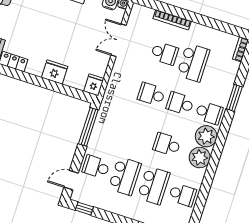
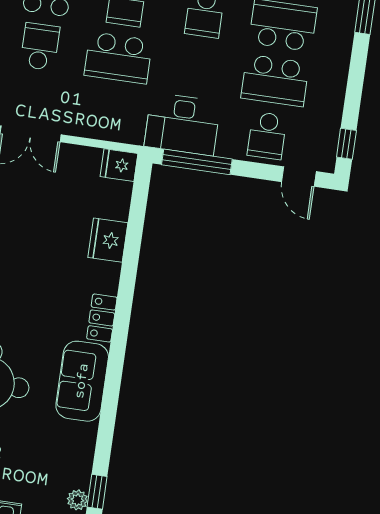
school desk: (151, 94) -> (118, 58), width x1.85
desk: (110, 122) -> (182, 124), added
school desk: (125, 176) -> (275, 80), turned 180

